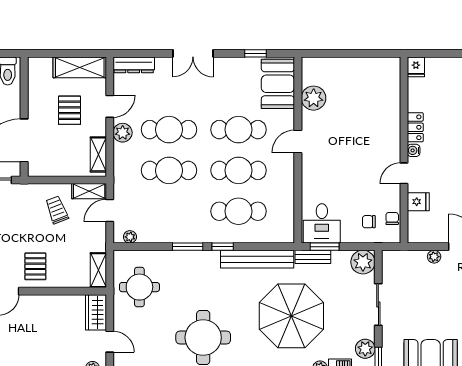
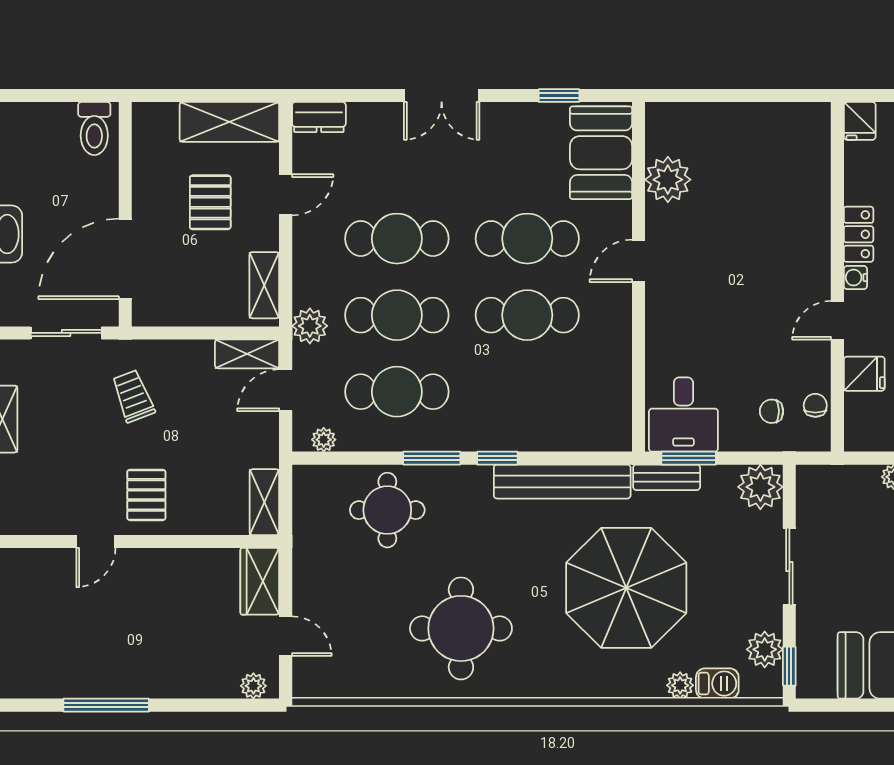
dresser: (134, 65) -> (319, 117), width x0.70
plant: (123, 133) -> (310, 326), moved
trolley: (57, 210) -> (133, 396), moved
cafe table: (239, 211) -> (397, 392), moved
round table: (139, 287) -> (387, 510), moved

